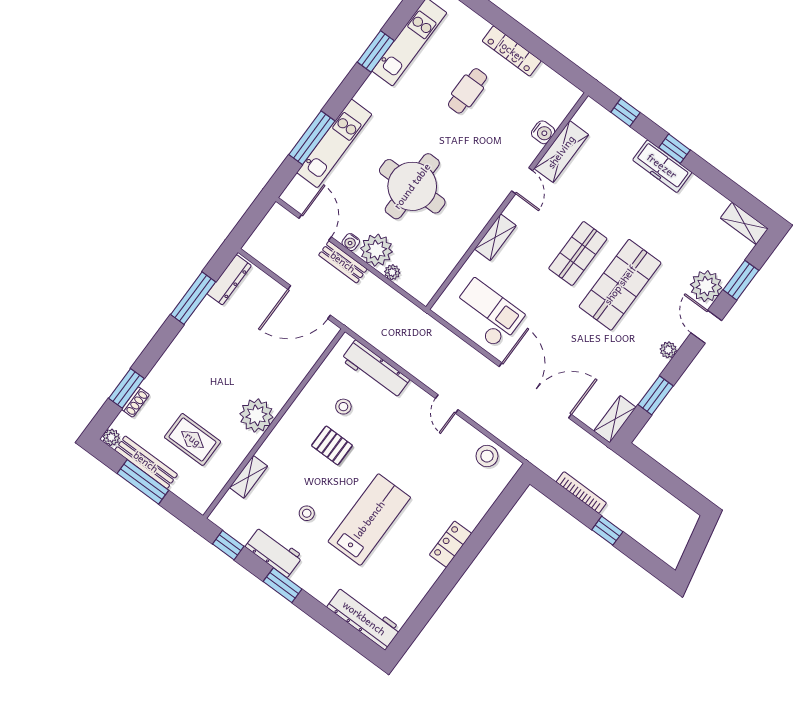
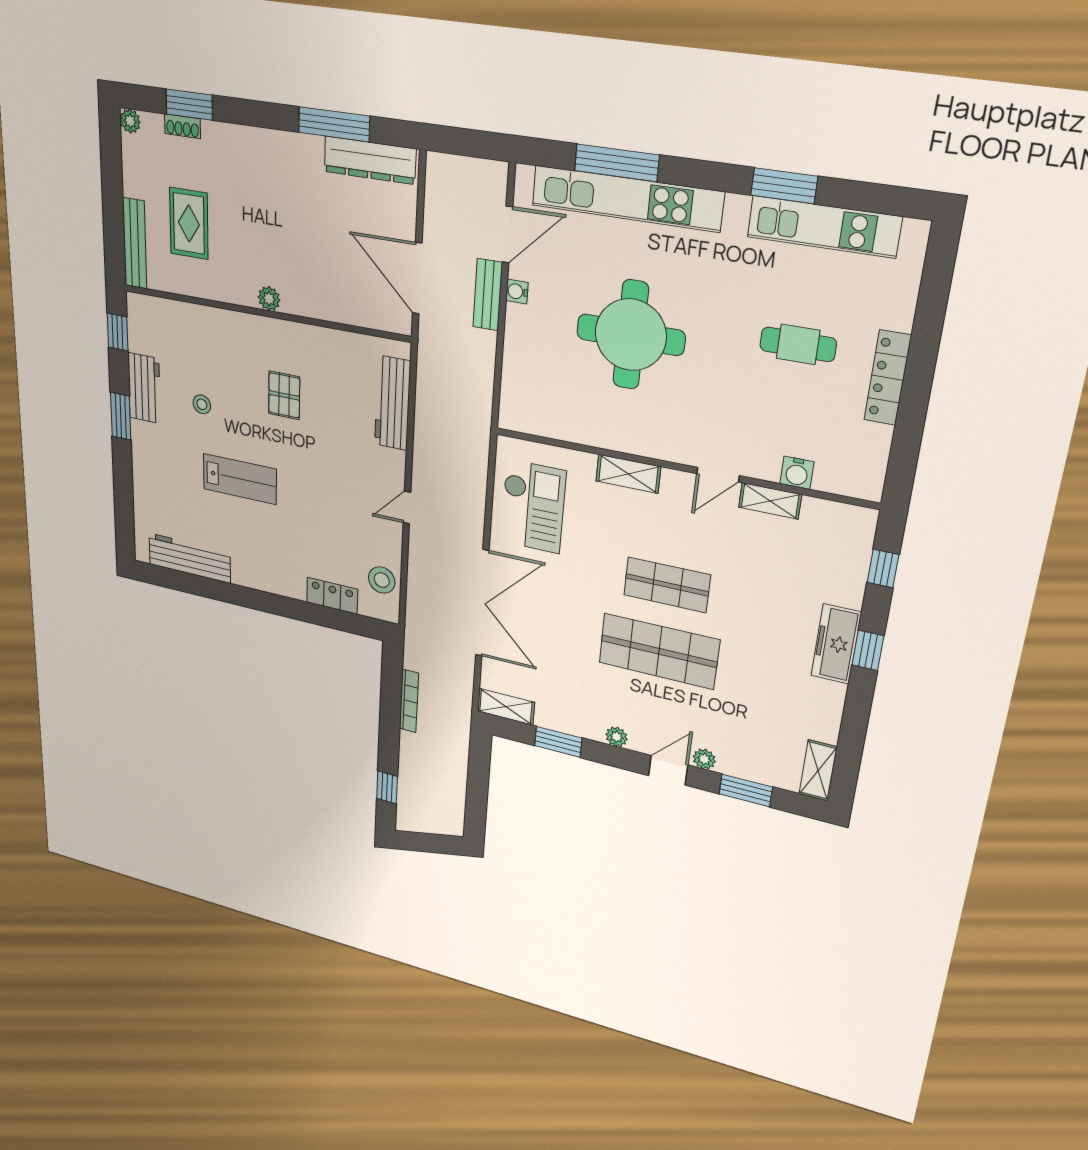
kitchen unit: (334, 143) -> (627, 199), width x1.36
shelving: (561, 152) -> (770, 501), width x0.67, depth x0.75
plant: (376, 250) -> (527, 330), removed
plant: (392, 272) -> (512, 365), removed
dresser: (229, 280) -> (370, 160), width x1.37, depth x1.24
plant: (706, 286) -> (704, 759), width x0.53, depth x0.53
stool: (343, 407) -> (331, 386), removed
plant: (256, 415) -> (269, 299), width x0.53, depth x0.53
bench: (146, 462) -> (135, 243), moved
shelving: (249, 477) -> (194, 315), removed
window: (143, 482) -> (112, 191), removed
lab bench: (369, 520) -> (240, 479), width x0.73, depth x0.72
window: (607, 531) -> (387, 787), moved
locker: (450, 544) -> (332, 596), moved
workbench: (364, 618) -> (190, 558), moved, turned -90

